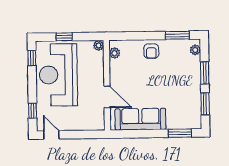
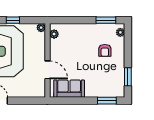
armchair: (151, 51) -> (105, 50), moved
window: (205, 73) -> (128, 51), removed
sofa: (140, 119) -> (69, 89), width x0.73

